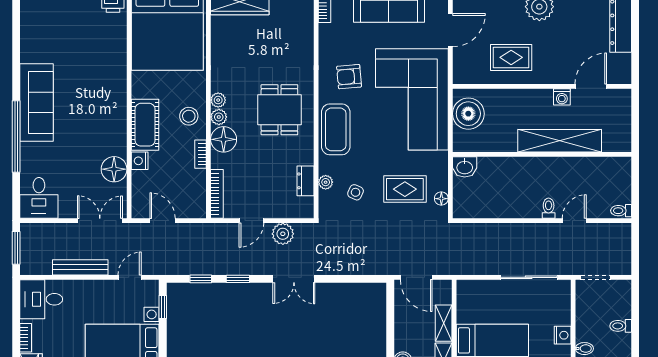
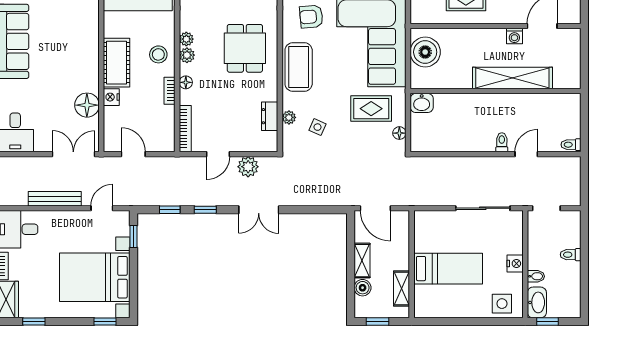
floor lamp: (224, 139) -> (186, 82), width x0.53, depth x0.53
rug: (405, 189) -> (371, 109), moved
shelving: (444, 323) -> (362, 261), moved

